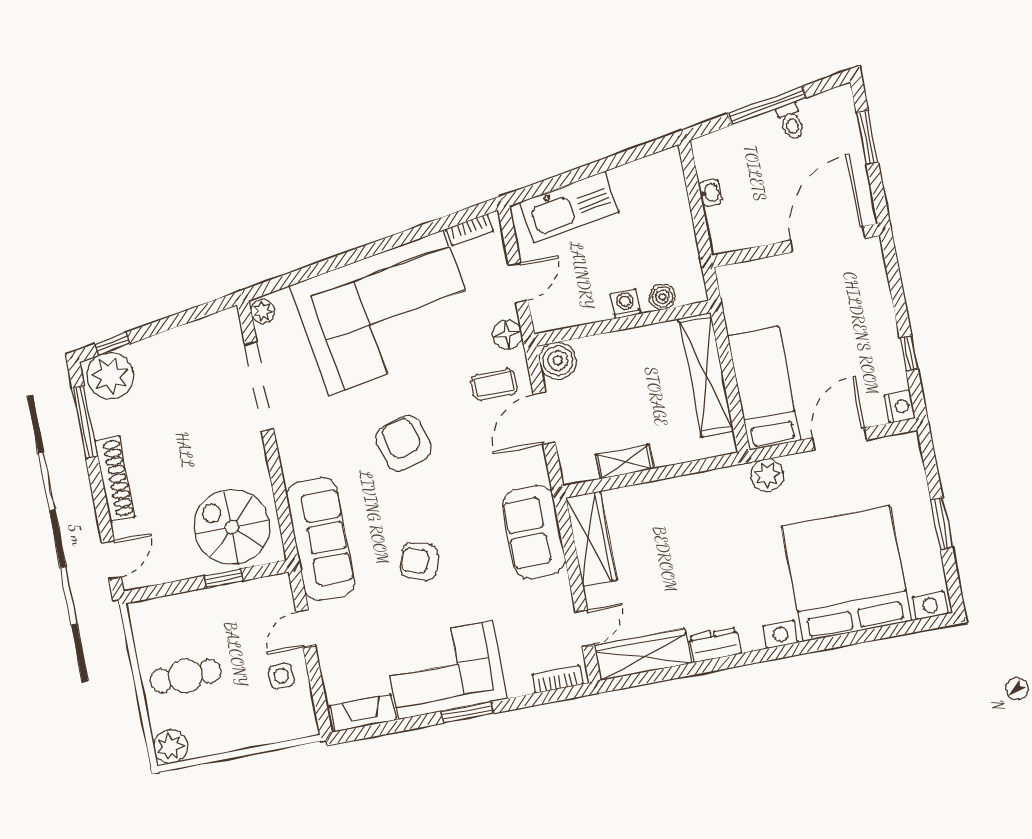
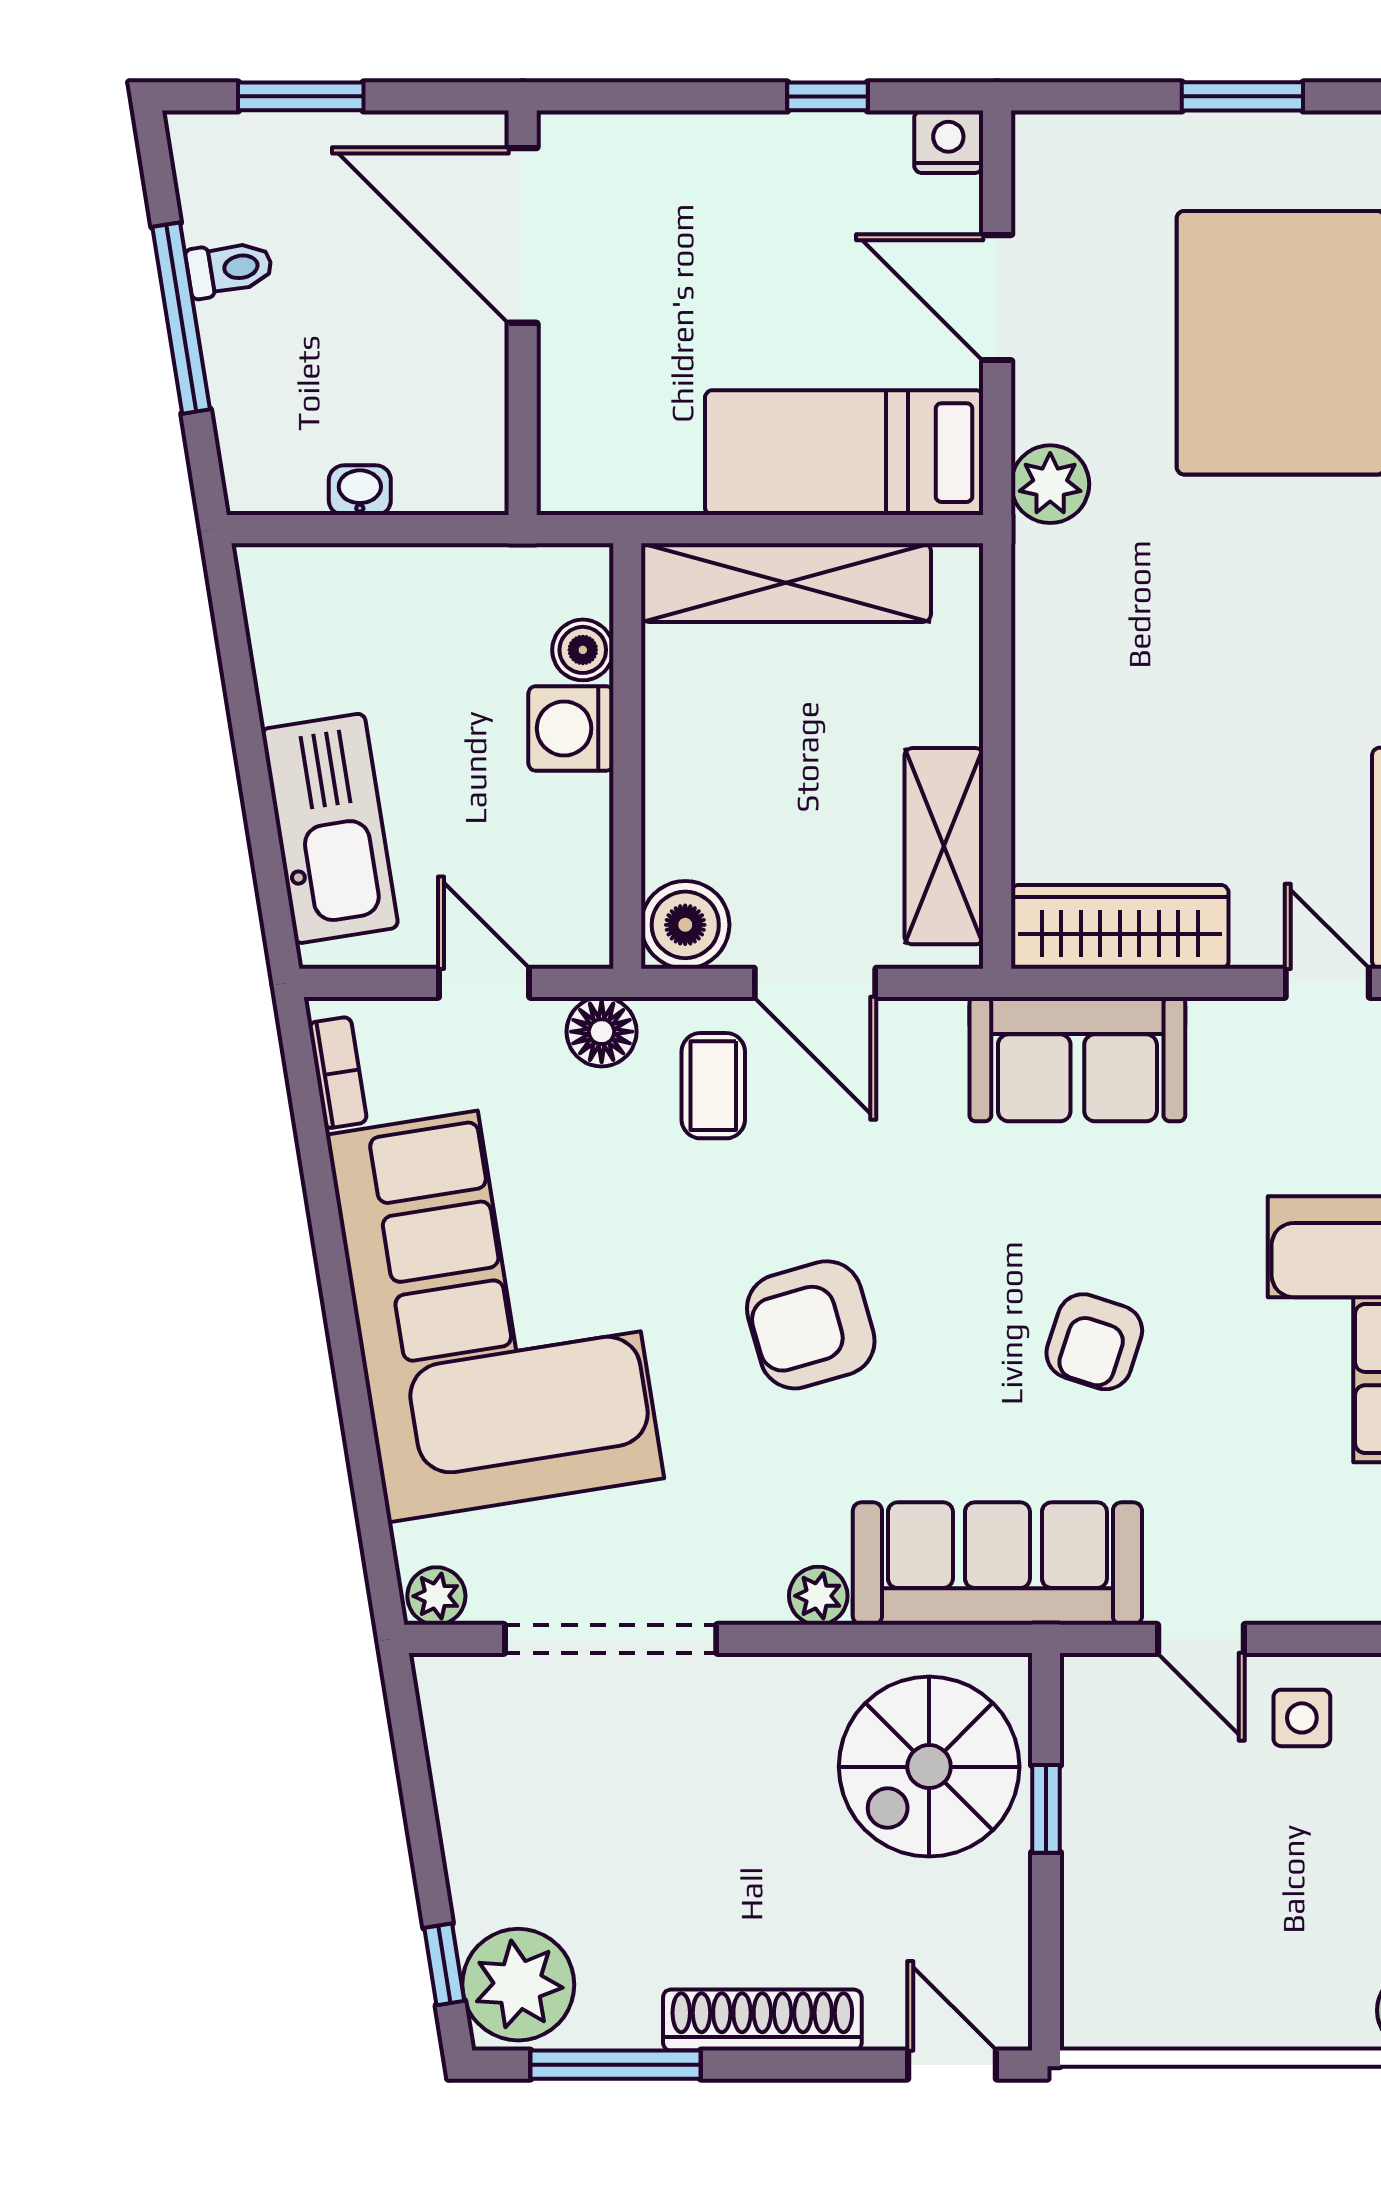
washing machine: (625, 304) -> (571, 728), width x1.38, depth x1.38
shelving: (625, 462) -> (944, 846), width x1.50, depth x1.33
plant: (293, 468) -> (818, 1596), added
cafe table: (186, 676) -> (1259, 1943), removed

